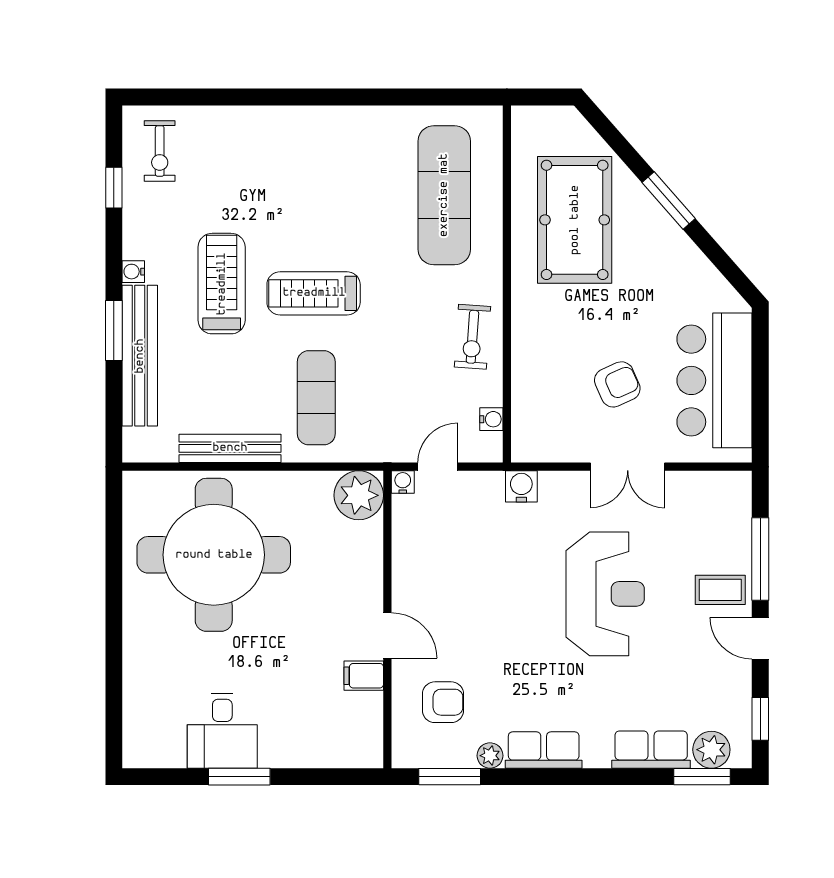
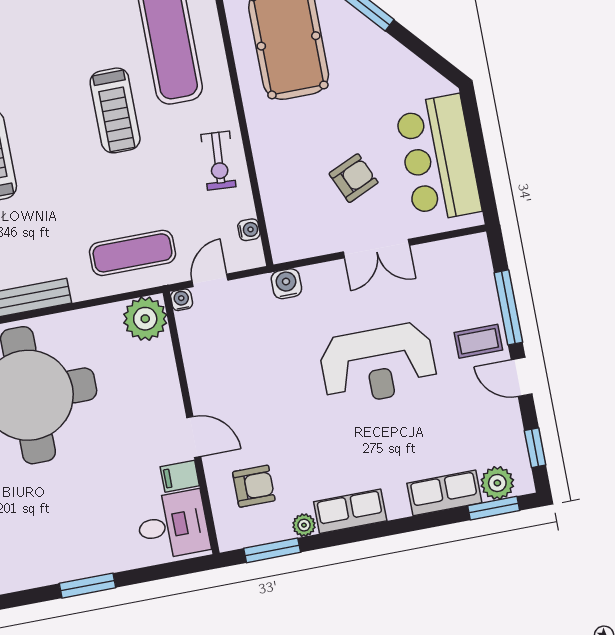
treadmill: (314, 293) -> (115, 110), moved, turned -90
exercise mat: (316, 398) -> (132, 253), moved, turned 90
reception desk: (605, 594) -> (378, 364), turned 90
desk: (222, 731) -> (173, 525), moved, turned -90

